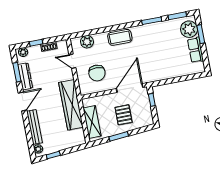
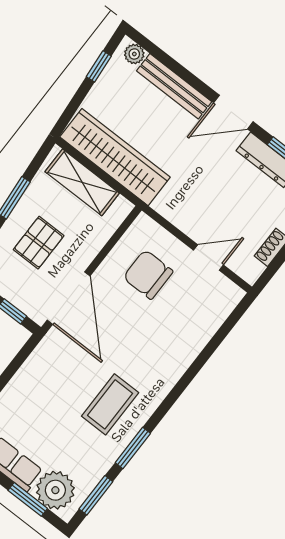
coffee table: (120, 37) -> (110, 404), moved
plant: (87, 42) -> (213, 313), removed
door: (23, 101) -> (233, 112), hinge flipped
wardrobe: (71, 105) -> (115, 157), moved
pallet: (124, 115) -> (39, 243), turned 90

